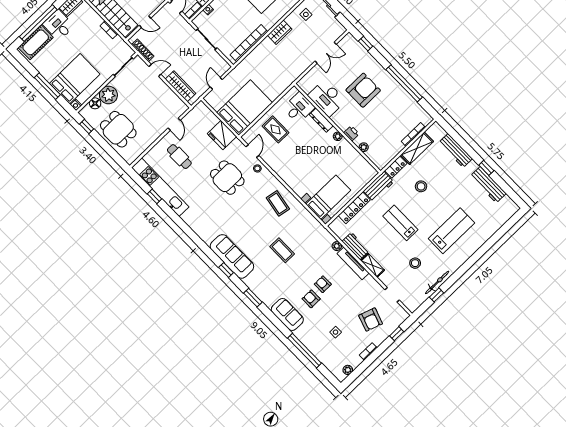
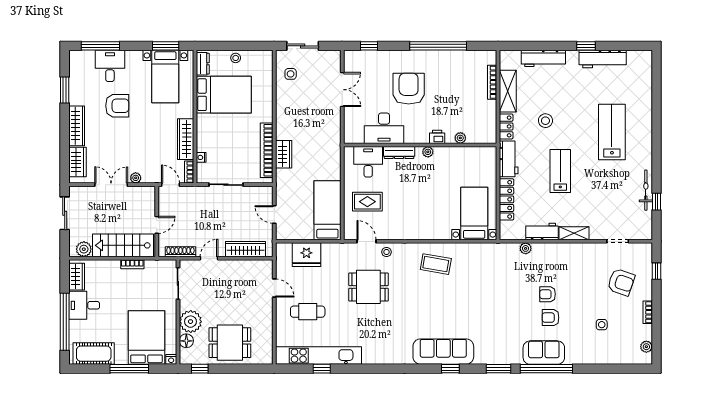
wardrobe: (280, 32) -> (284, 154), moved
cot: (36, 42) -> (94, 354), moved, turned 90
bed: (245, 108) -> (327, 210), width x0.67
fridge: (222, 135) -> (306, 255), moved
lab bench: (400, 223) -> (560, 171), turned 90
coffee table: (282, 250) -> (482, 301), removed
tv unit: (353, 263) -> (555, 249), removed
stool: (415, 263) -> (609, 193), removed
window: (304, 351) -> (546, 369), moved

